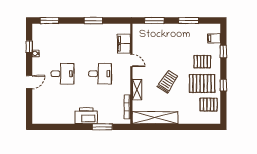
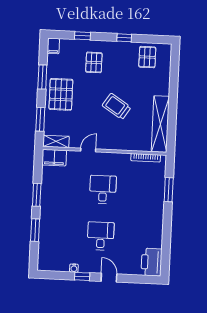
window: (49, 21) -> (35, 230), moved
filing cabinet: (214, 38) -> (53, 46), moved
filing cabinet: (124, 44) -> (54, 158), moved
window: (29, 47) -> (82, 276), moved
pallet: (202, 83) -> (61, 94), moved
shelving: (137, 90) -> (56, 141), moved
printer: (86, 116) -> (152, 262), moved

